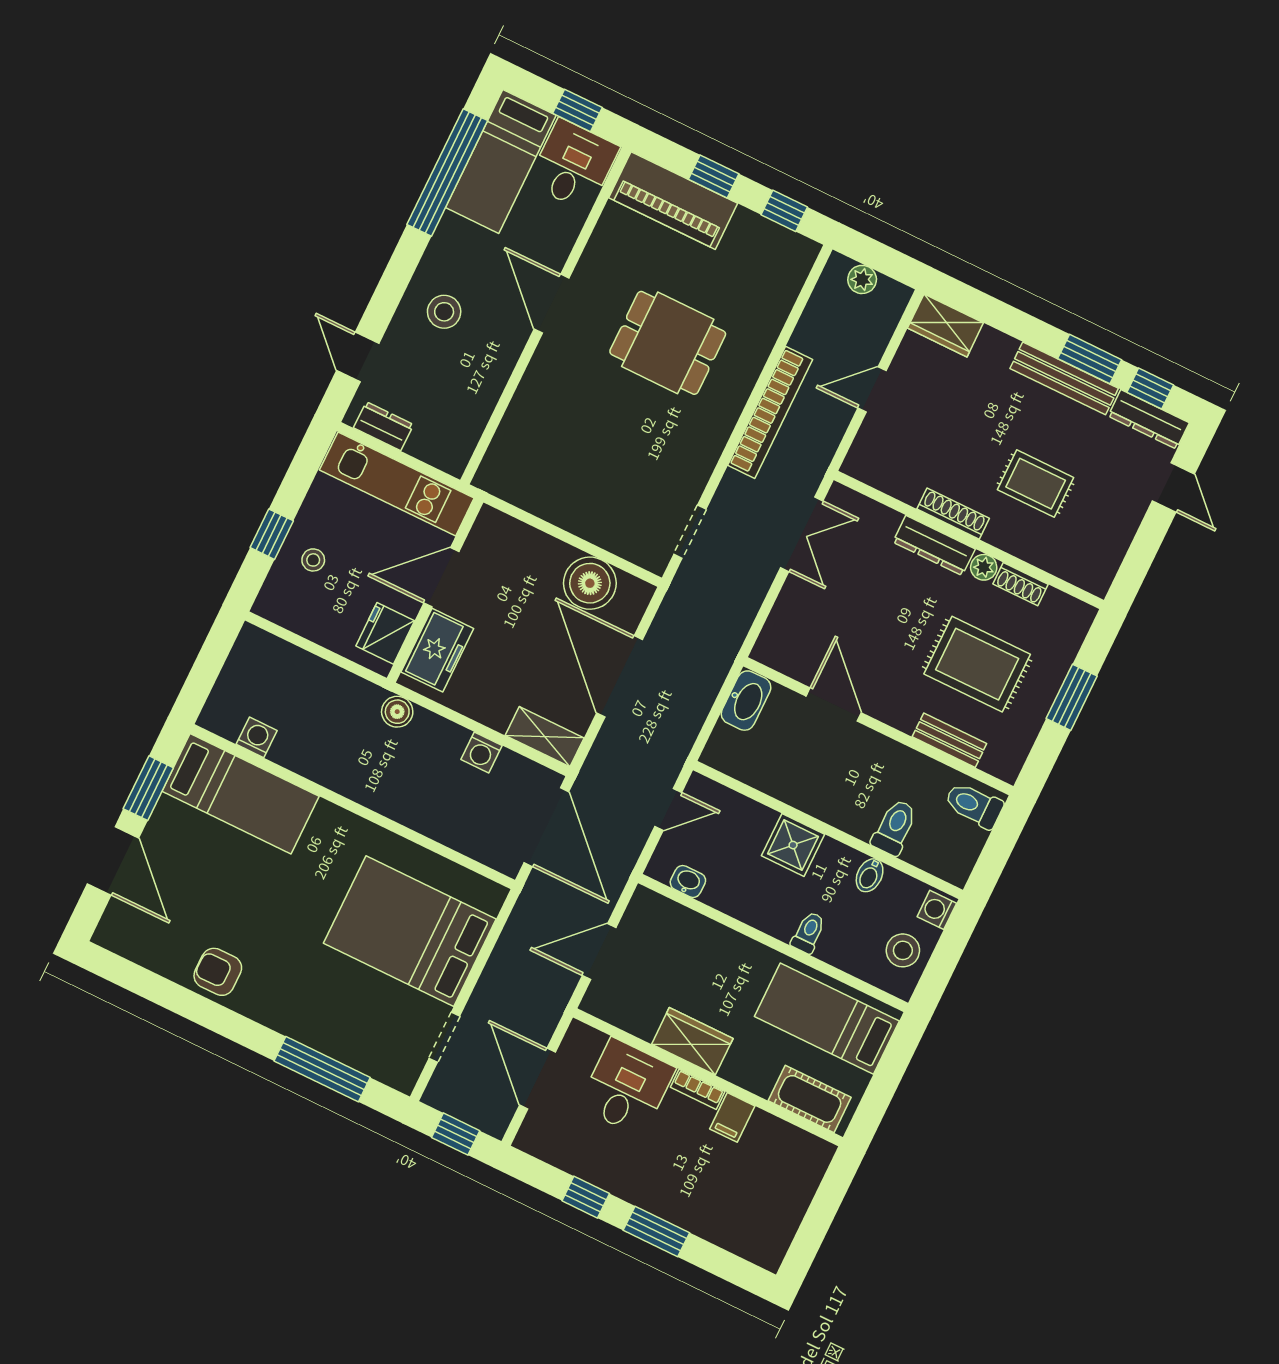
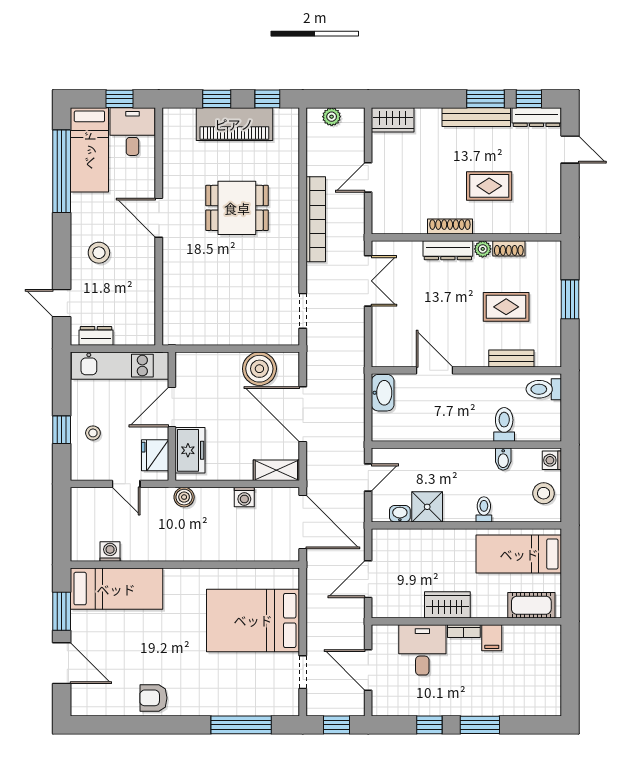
piano: (673, 201) -> (234, 124), moved
door: (325, 654) -> (126, 484), added
rug: (977, 664) -> (506, 307), width x0.73, depth x0.70
shower: (793, 845) -> (427, 507), moved

